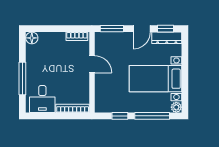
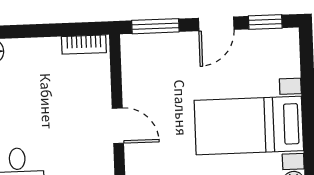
dresser: (167, 38) -> (269, 41), removed
door: (92, 64) -> (118, 126), moved

